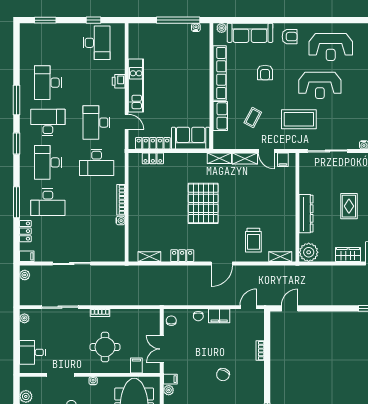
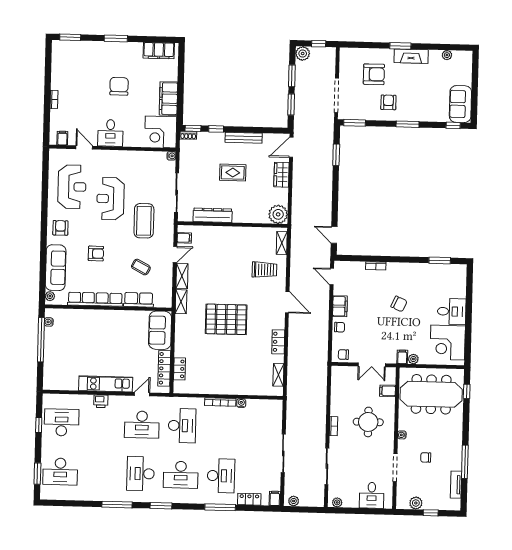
desk: (48, 83) -> (60, 472), moved
reception desk: (320, 85) -> (110, 199), turned 180
dresser: (306, 214) -> (213, 215), moved

